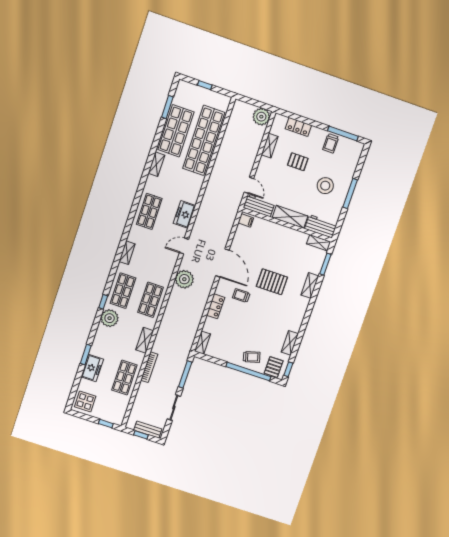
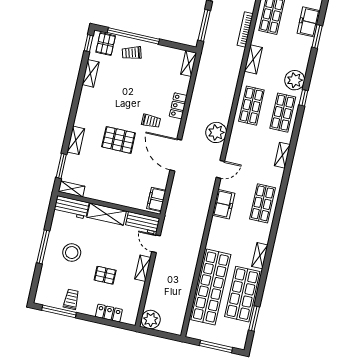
window: (205, 85) -> (216, 346), width x2.17
shelving: (270, 146) -> (143, 268), moved
filing cabinet: (246, 220) -> (156, 199), width x2.00

